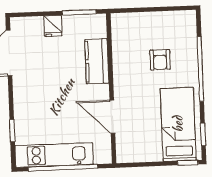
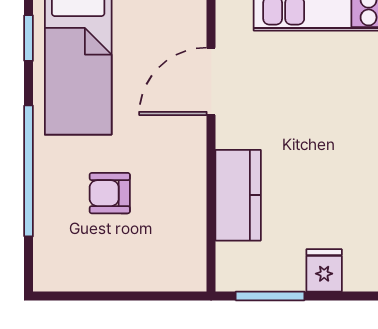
armchair: (160, 60) -> (110, 193), turned -90
door: (112, 117) -> (211, 81), swing flipped

